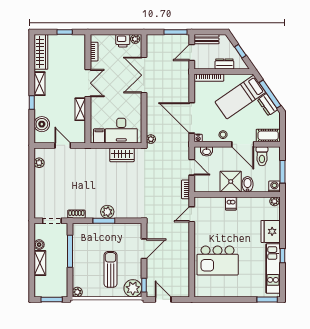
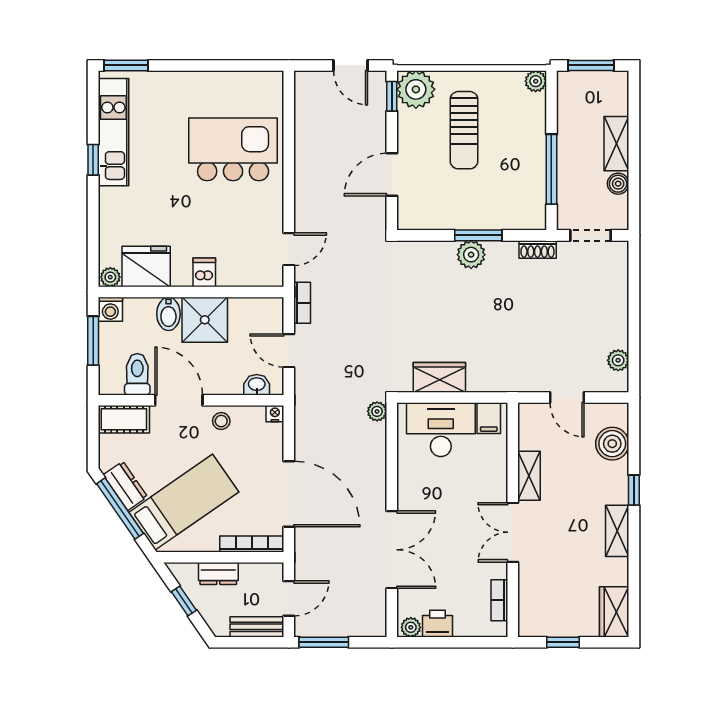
wardrobe: (41, 52) -> (614, 612), width x0.67
door: (192, 118) -> (289, 494), moved
fridge: (271, 231) -> (146, 266), moved, turned -90

